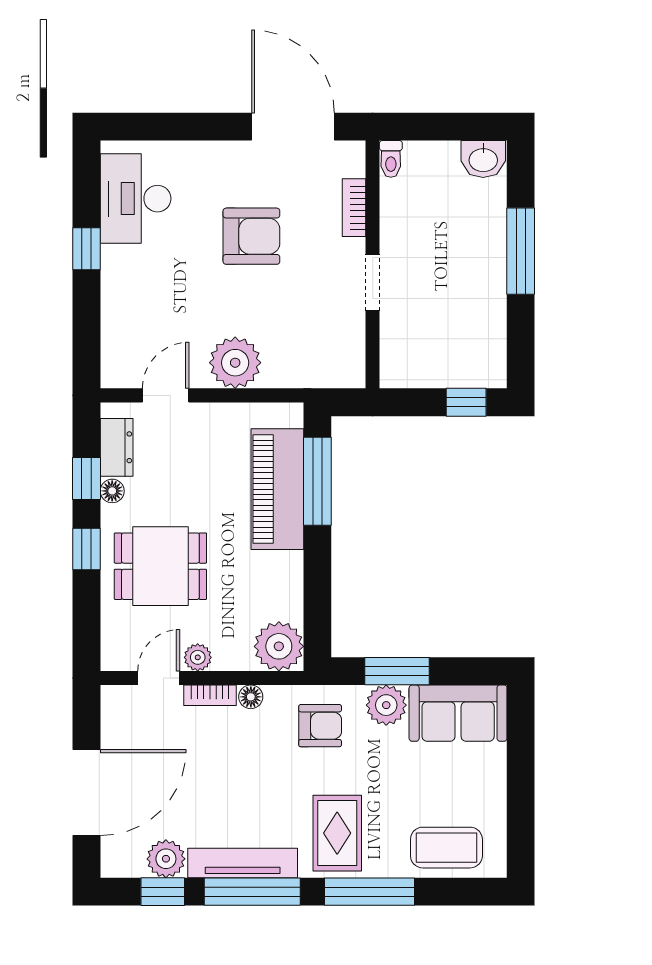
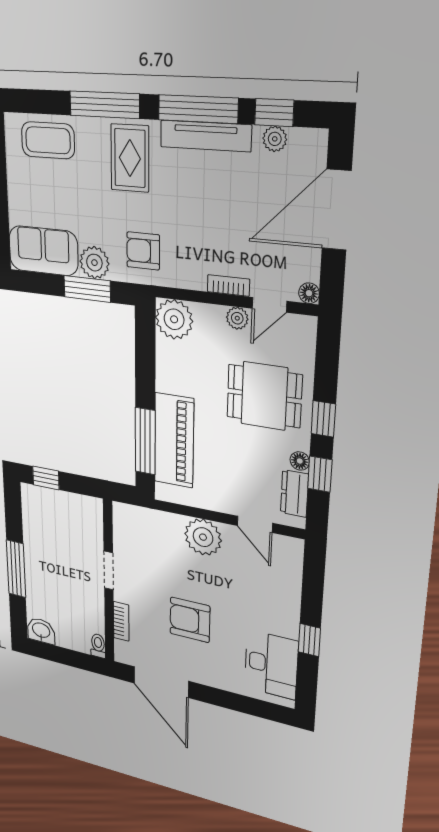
door: (166, 395) -> (255, 524), hinge flipped
floor lamp: (251, 697) -> (309, 293), moved
plant: (166, 859) -> (275, 139), width x0.73, depth x0.73

